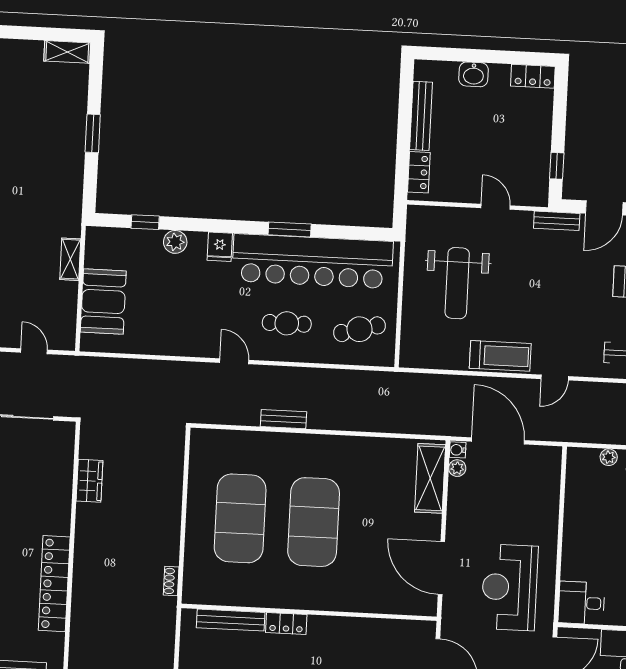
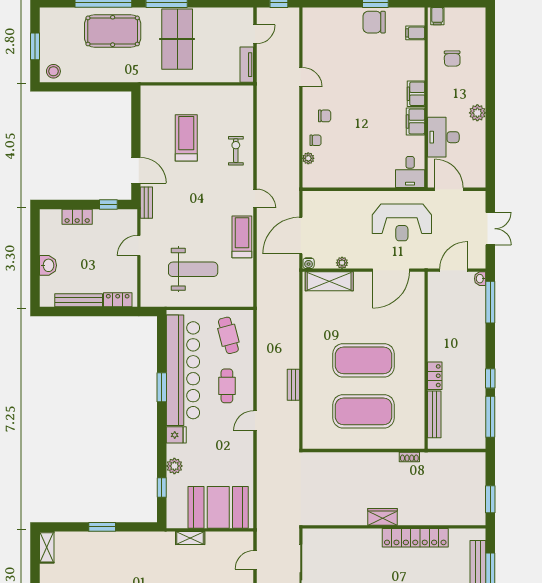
locker: (533, 76) -> (77, 217), moved, turned 90
booth: (103, 301) -> (218, 507), width x1.36, depth x1.42
plant: (457, 468) -> (342, 263), moved
wardrobe: (90, 481) -> (383, 517), moved

